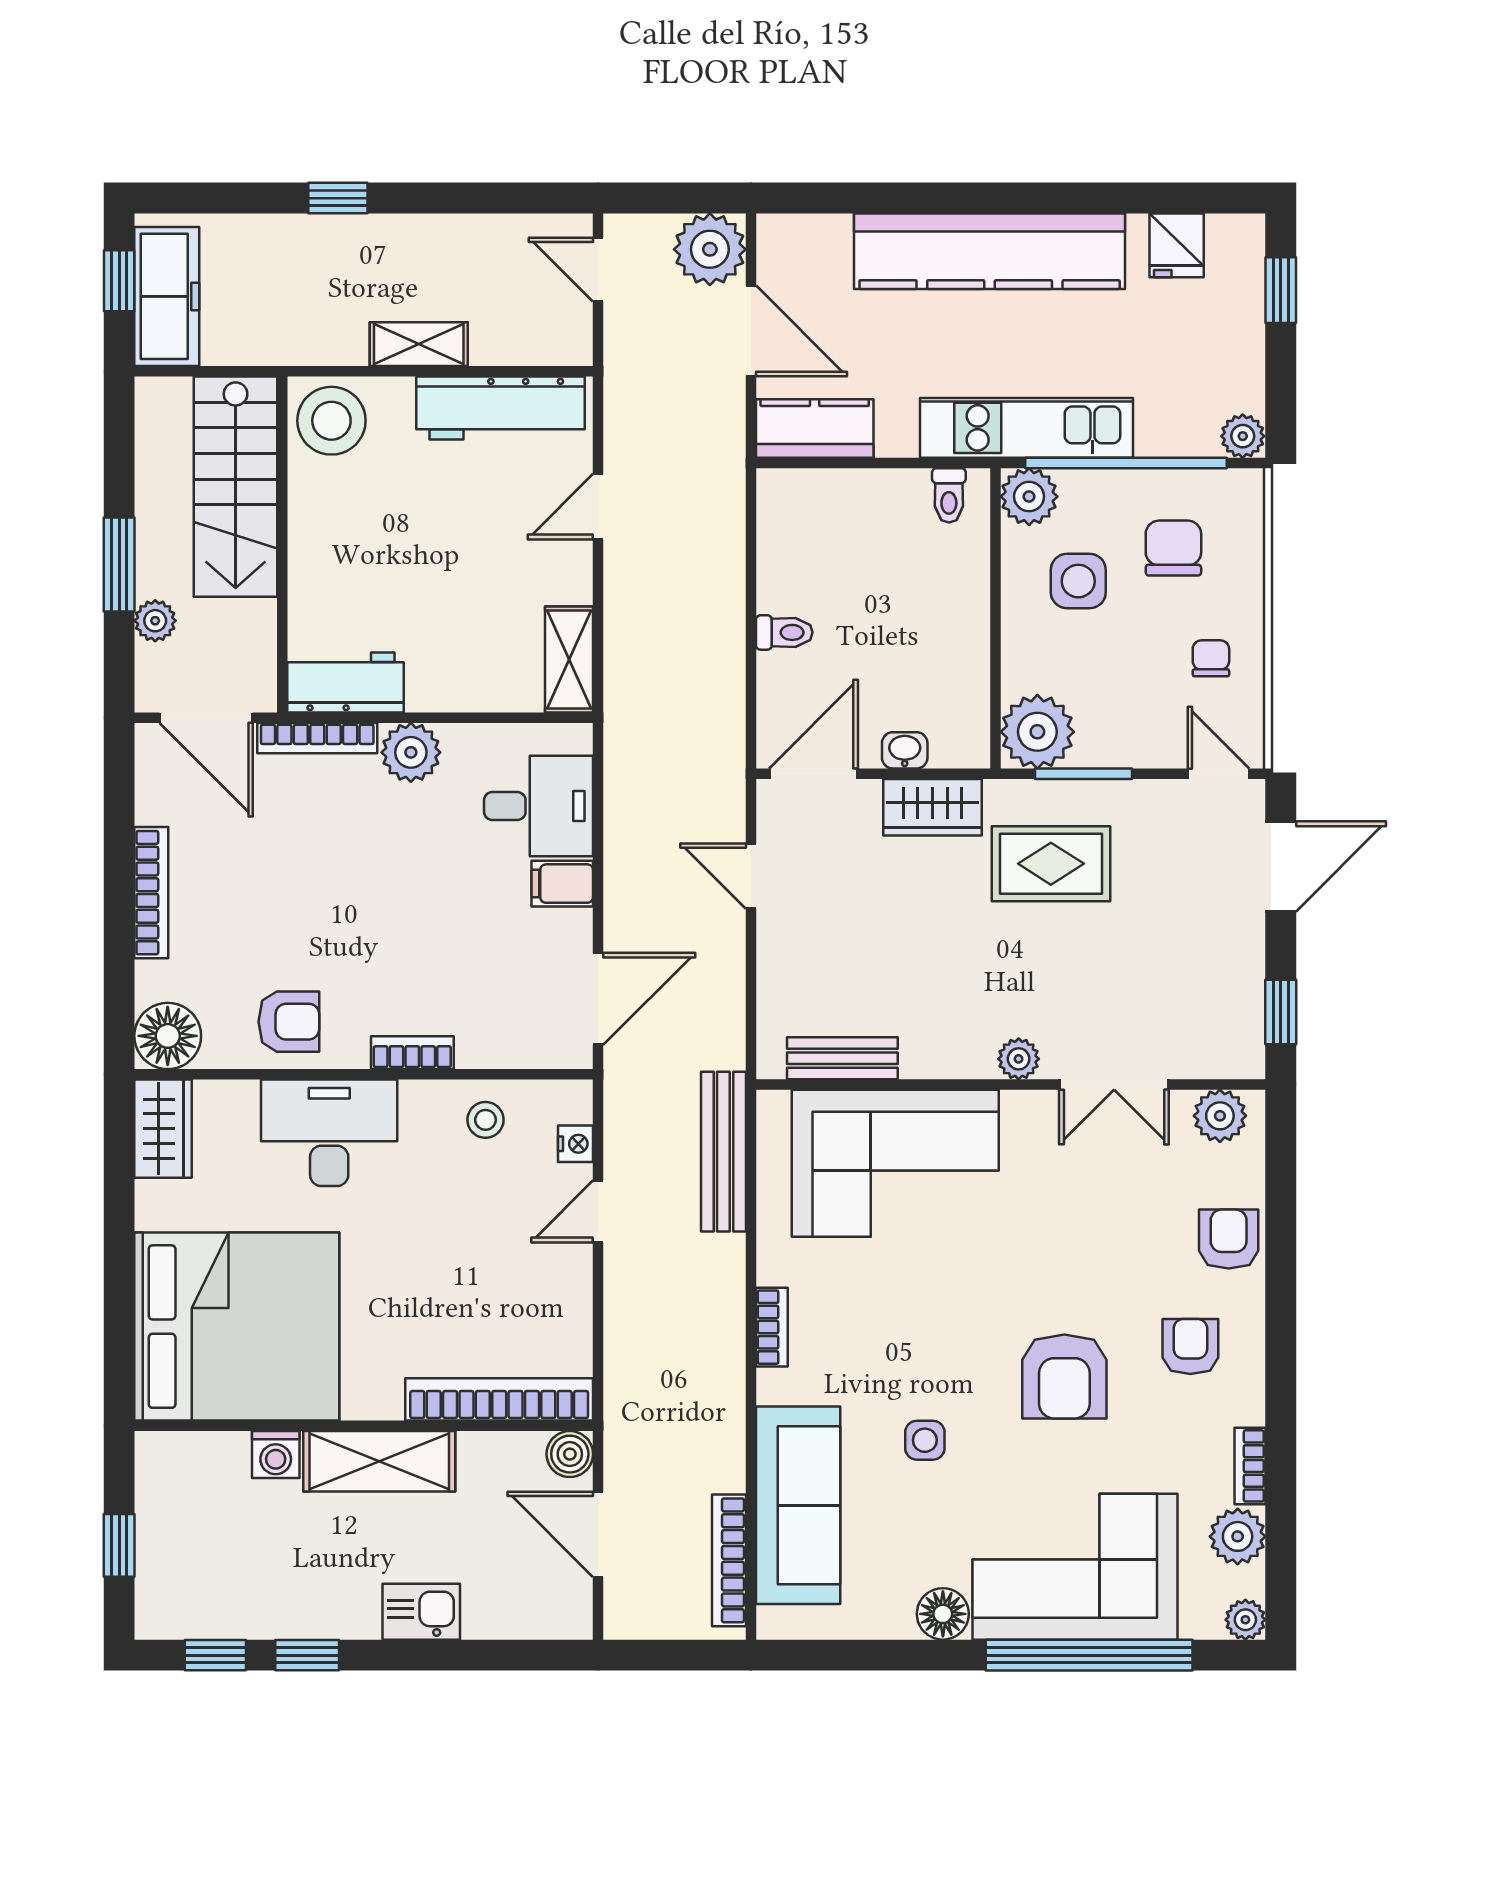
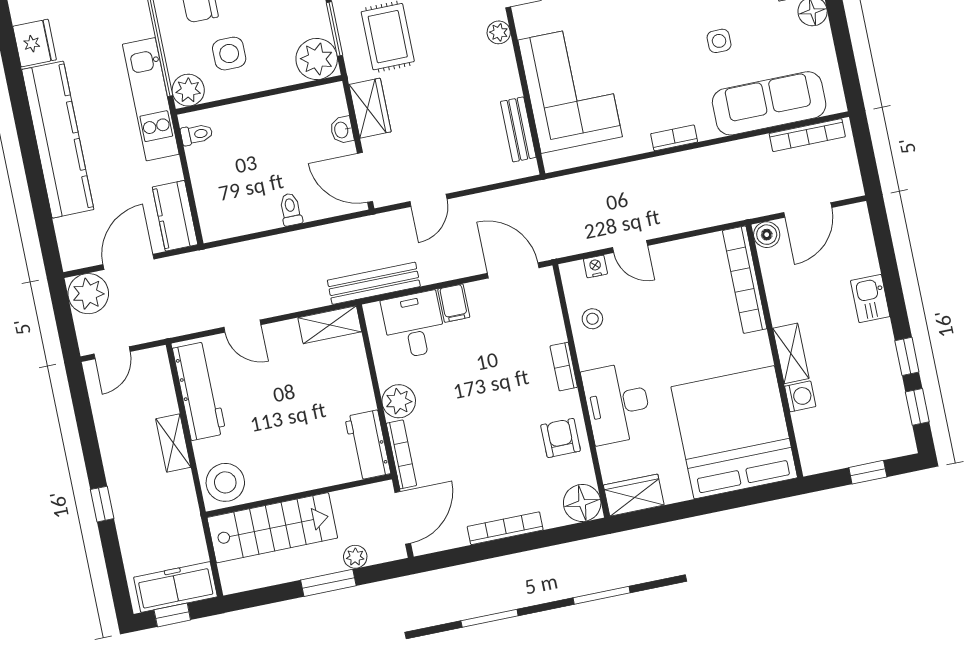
fridge: (1177, 245) -> (35, 43), width x1.38
bench: (723, 1152) -> (374, 283), moved
shelving: (379, 1461) -> (791, 353), width x0.67, depth x0.75

